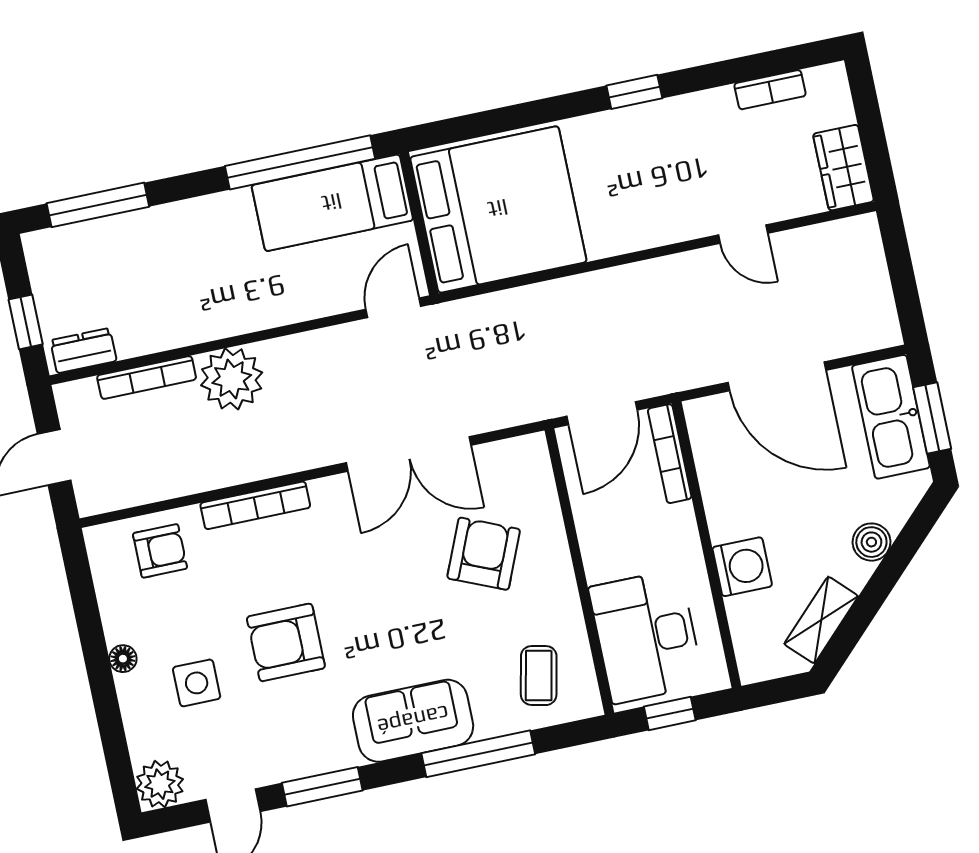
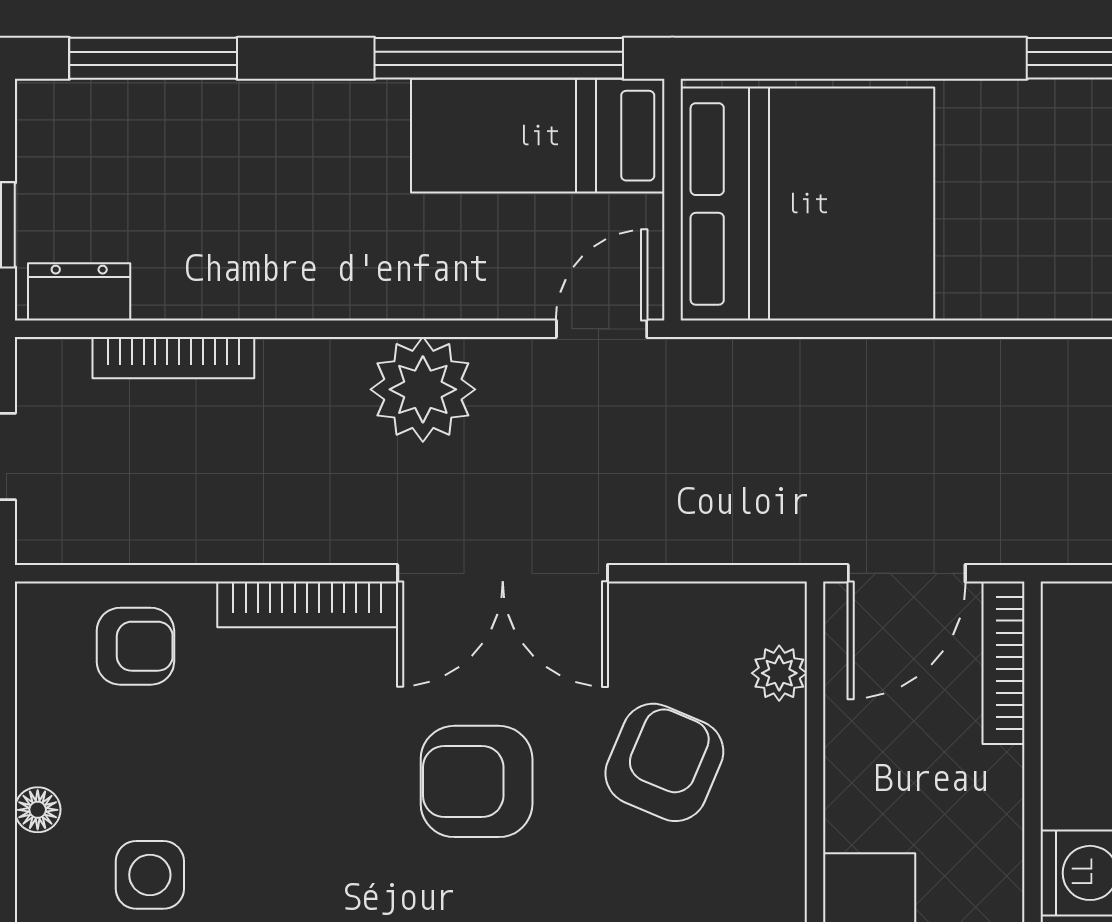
plant: (232, 379) -> (423, 389), moved
double door: (408, 454) -> (503, 573), moved
plant: (540, 487) -> (779, 673), added
armchair: (286, 642) -> (477, 781), moved

